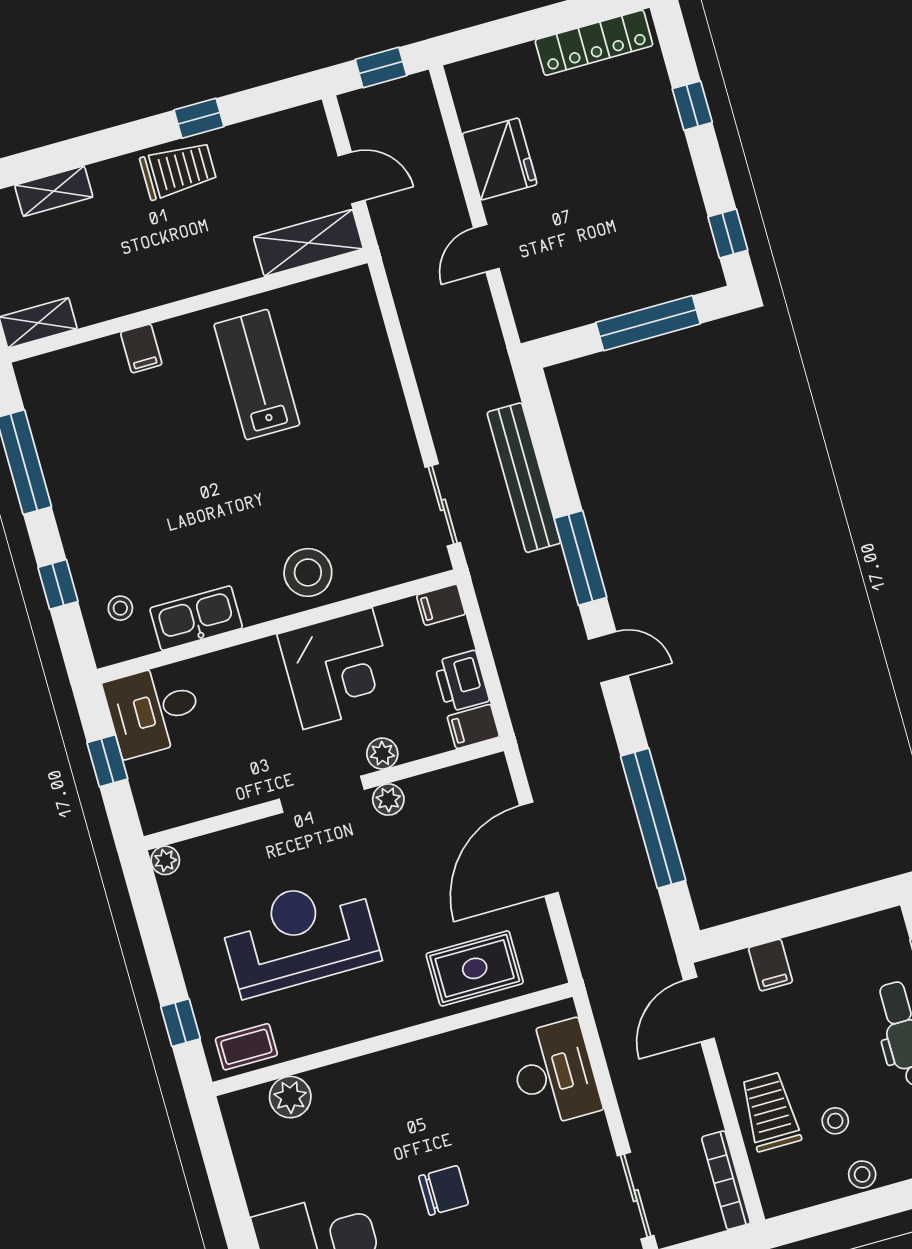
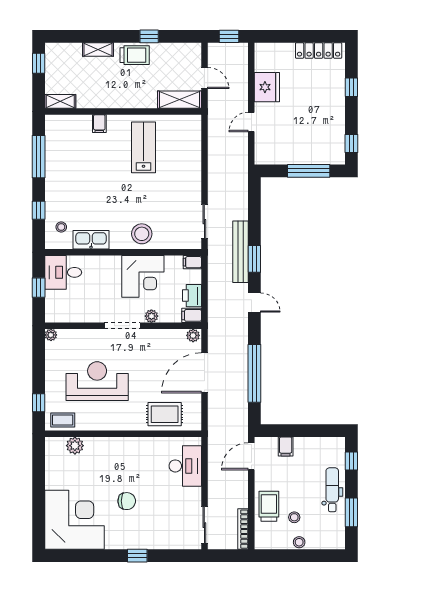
shelving: (54, 191) -> (98, 50), moved
bench: (524, 478) -> (241, 252), moved
window: (580, 558) -> (254, 259), width x0.69
plant: (388, 799) -> (193, 335), moved

